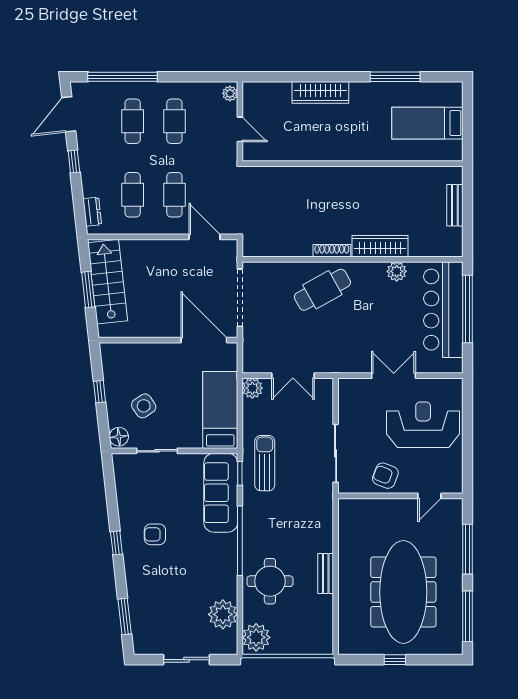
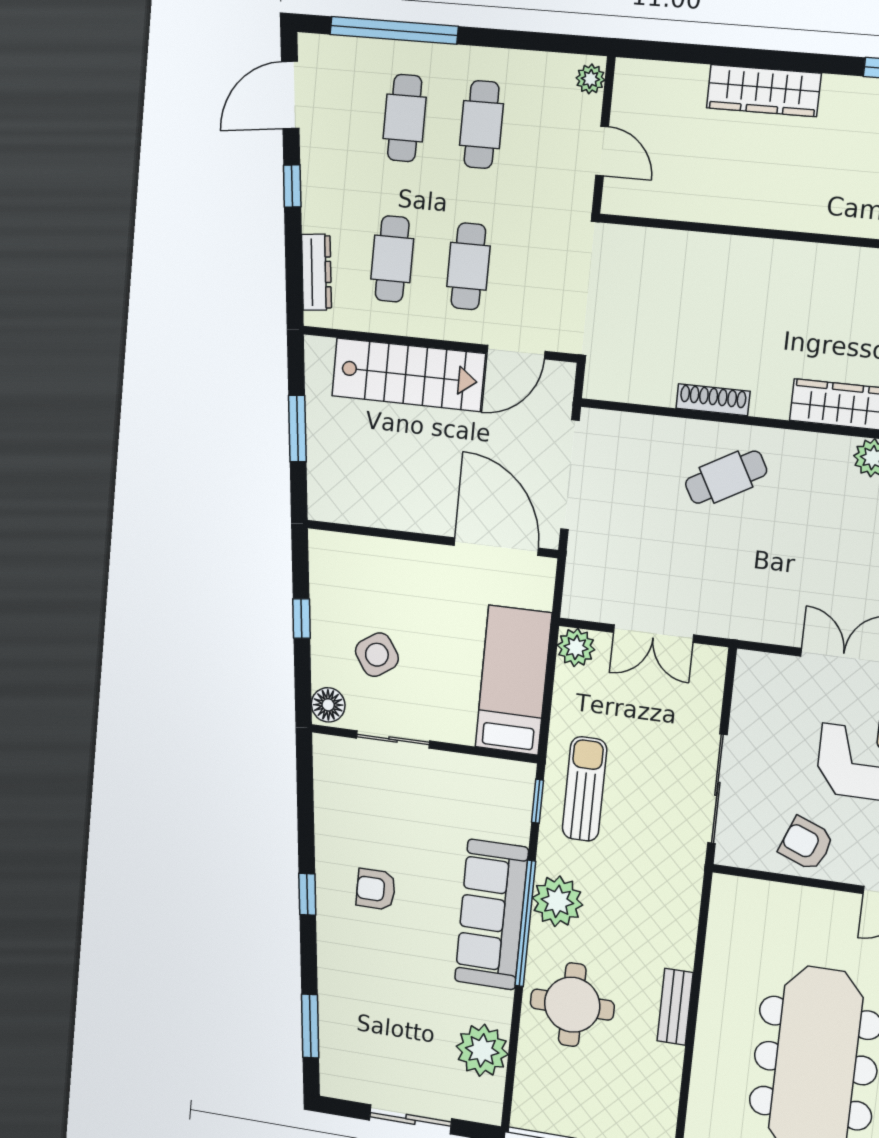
dresser: (92, 212) -> (316, 272), width x1.44
door: (204, 237) -> (516, 352), swing flipped
shoe rack: (332, 251) -> (713, 400), moved
stairs: (108, 282) -> (408, 375), moved, turned 96
cafe table: (322, 290) -> (726, 477), width x0.73, depth x0.74
sofa: (221, 493) -> (492, 915), moved
plant: (256, 637) -> (557, 901), moved

